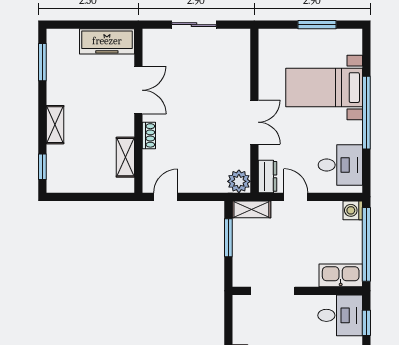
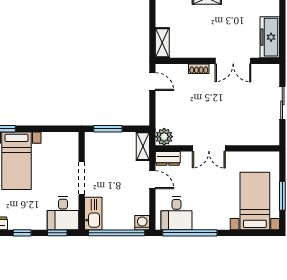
bed with nightstands: (324, 88) -> (255, 201), moved
window: (366, 113) -> (190, 233), moved
shelving: (125, 157) -> (162, 43), moved, turned 90
door: (296, 197) -> (152, 180), hinge flipped
window: (228, 238) -> (108, 129), moved
doorway: (273, 291) -> (82, 178), moved

